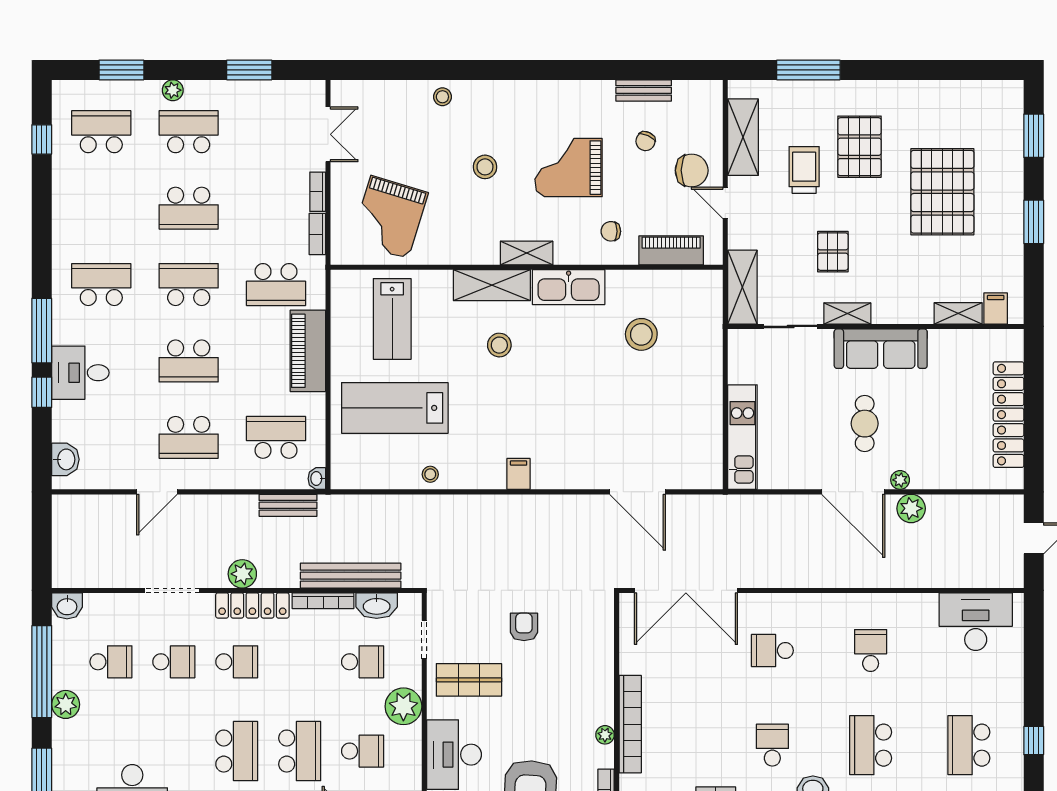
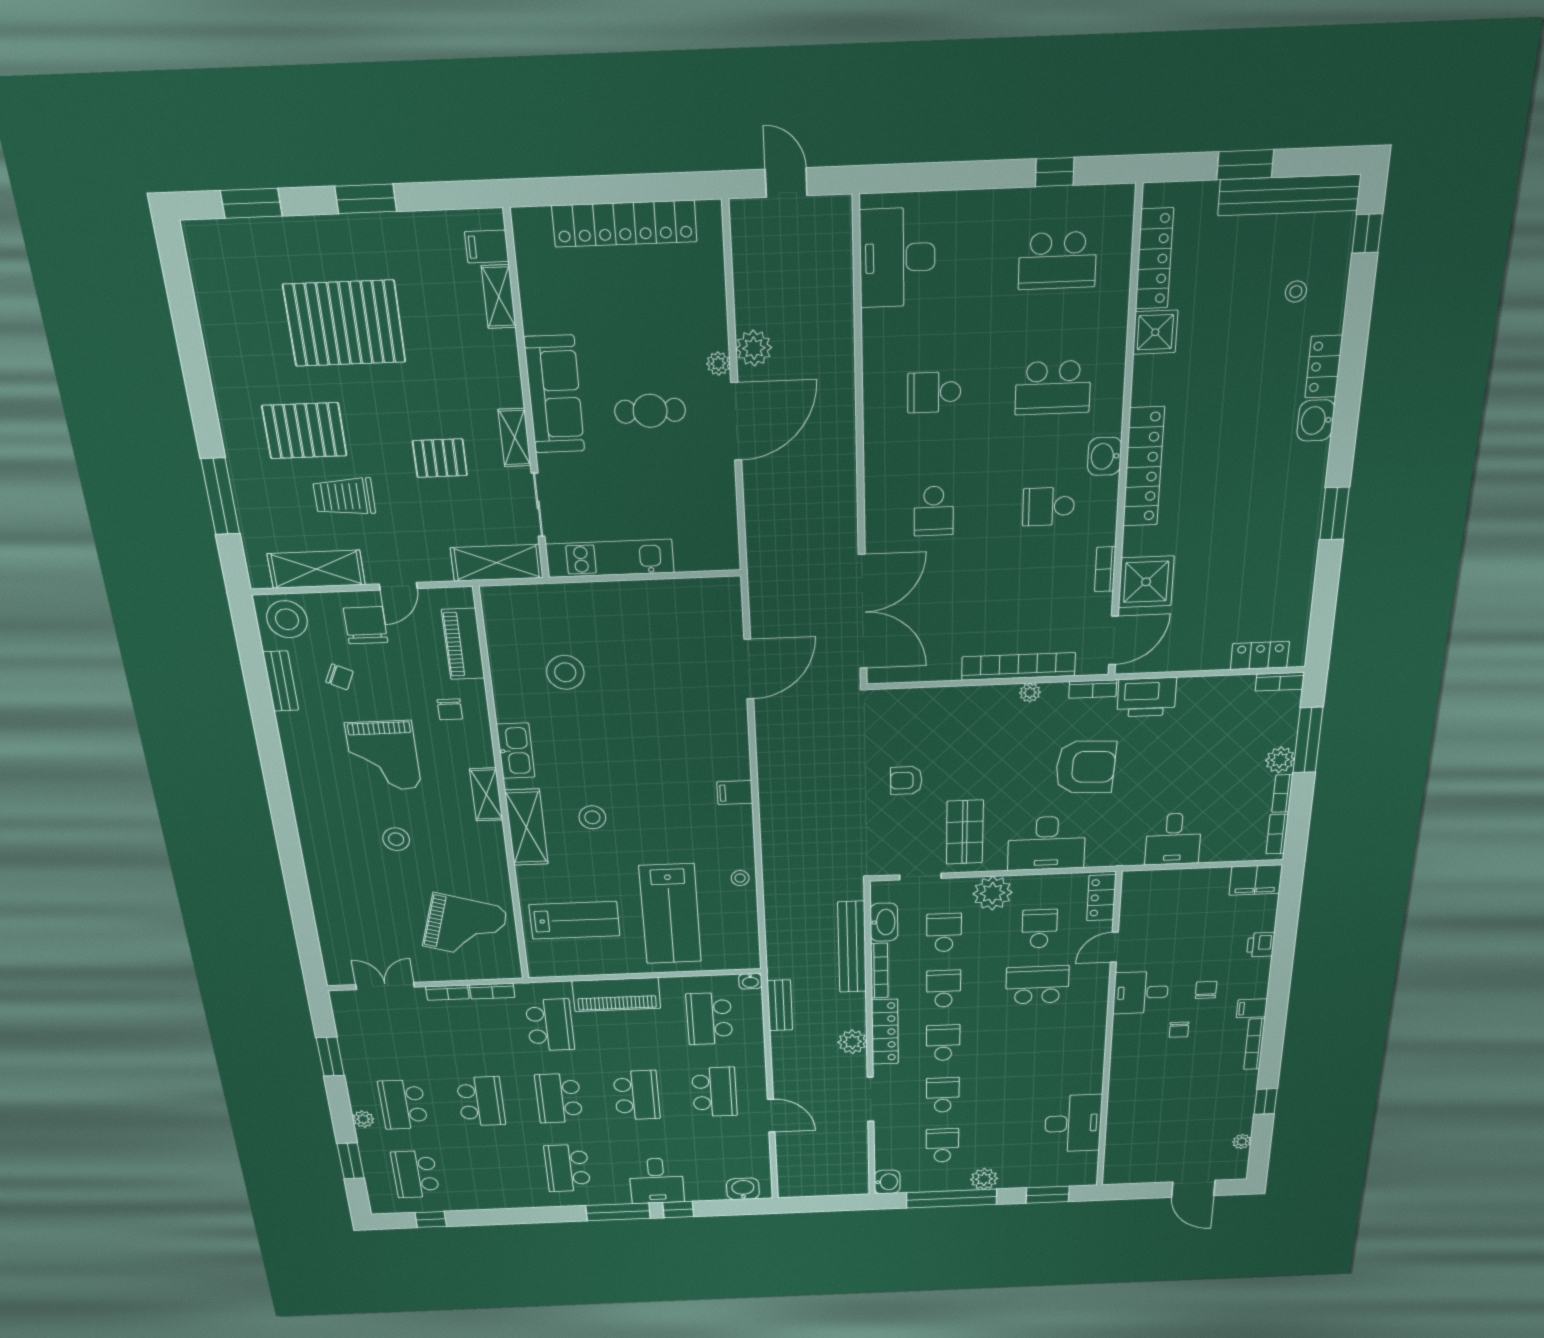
stool: (442, 97) -> (287, 619), moved, width x1.89, depth x1.89
kitchen sink: (569, 287) -> (516, 751), width x0.73, depth x0.81
kitchen unit: (742, 437) -> (610, 558), moved
school desk: (237, 751) -> (944, 989), moved, width x0.54

